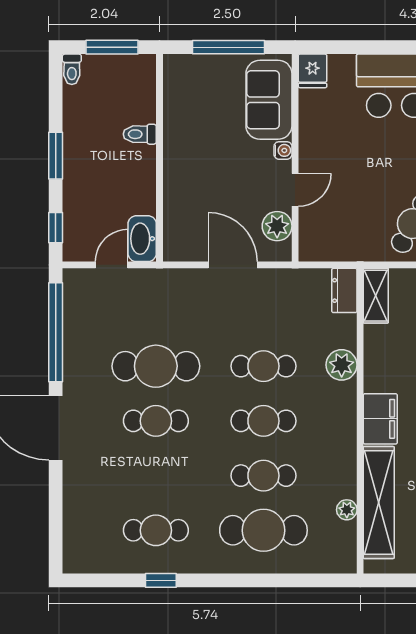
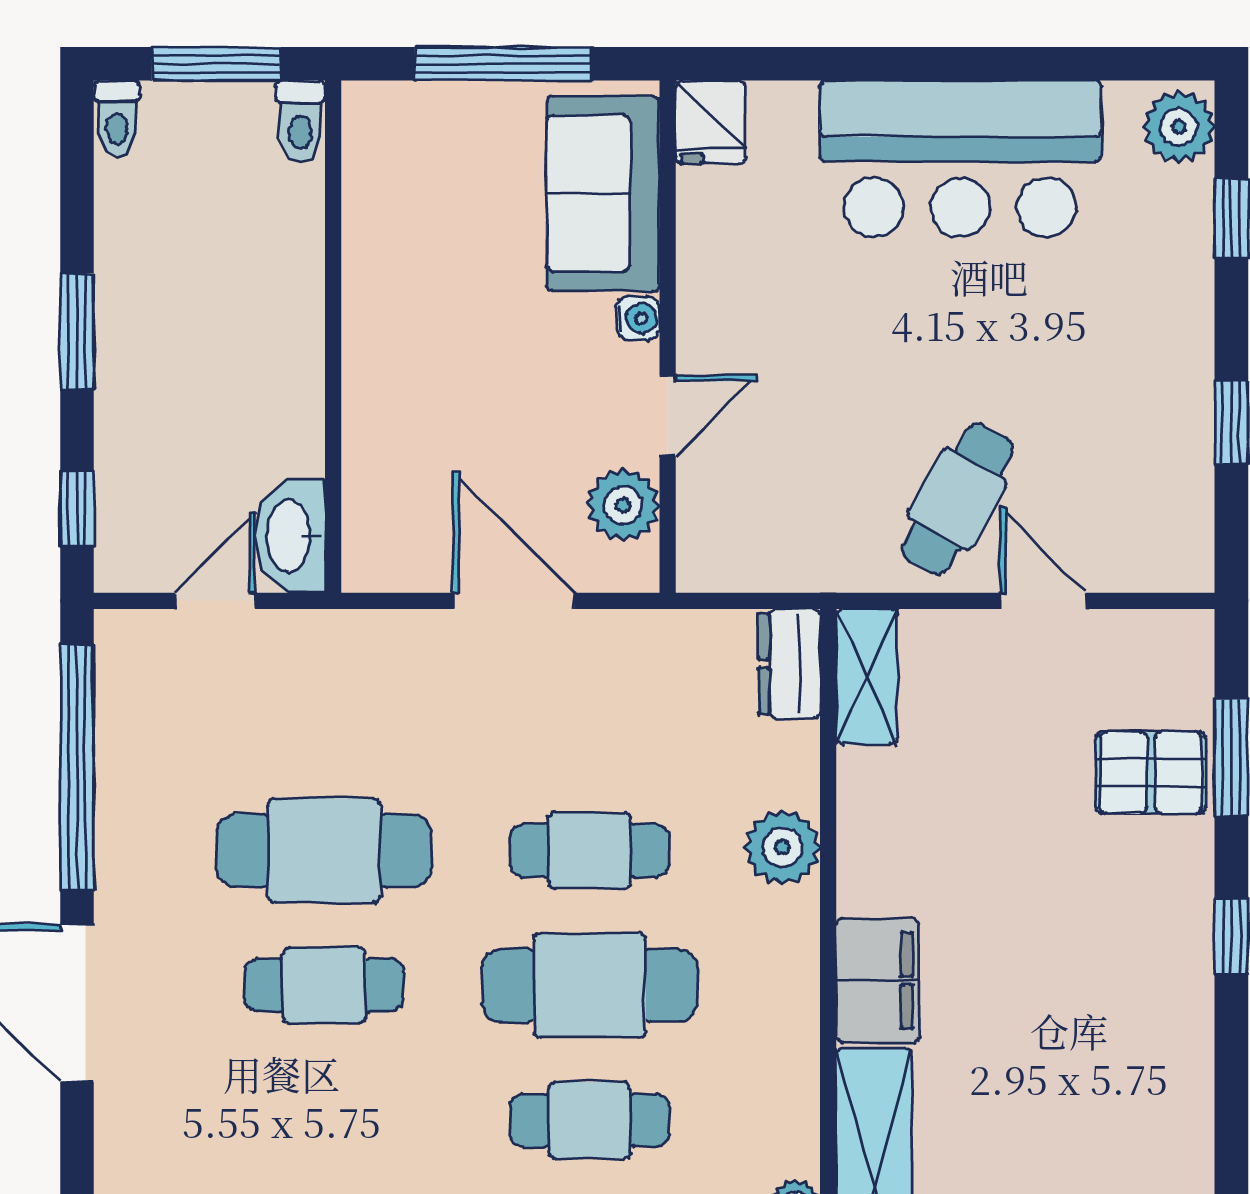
toilet: (140, 134) -> (300, 121), moved, turned -90
cafe table: (263, 421) -> (590, 985), width x1.37, depth x1.35

